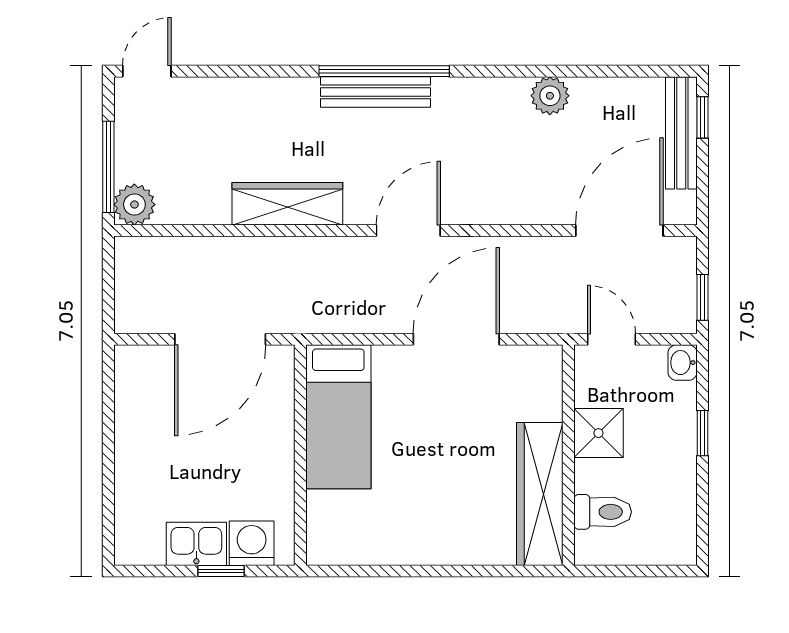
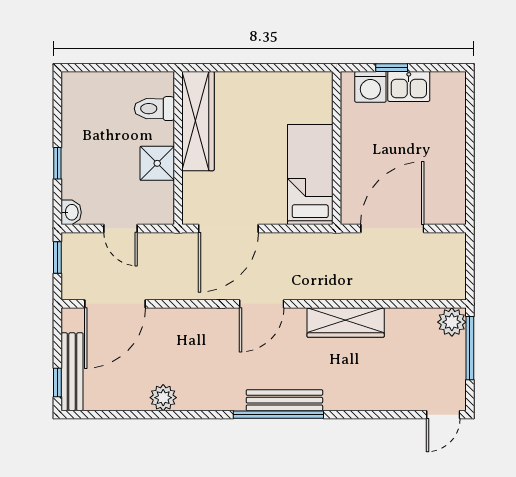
shower: (598, 433) -> (157, 163), moved
wall: (568, 455) -> (178, 148), moved
wardrobe: (540, 494) -> (198, 121), moved
toilet: (603, 512) -> (154, 109), moved

